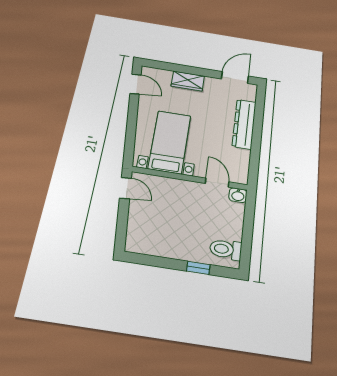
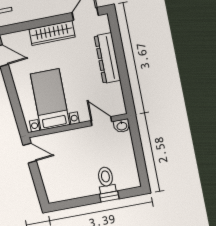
wardrobe: (188, 81) -> (52, 33), width x1.50
toilet: (226, 249) -> (106, 180), moved, turned 90

